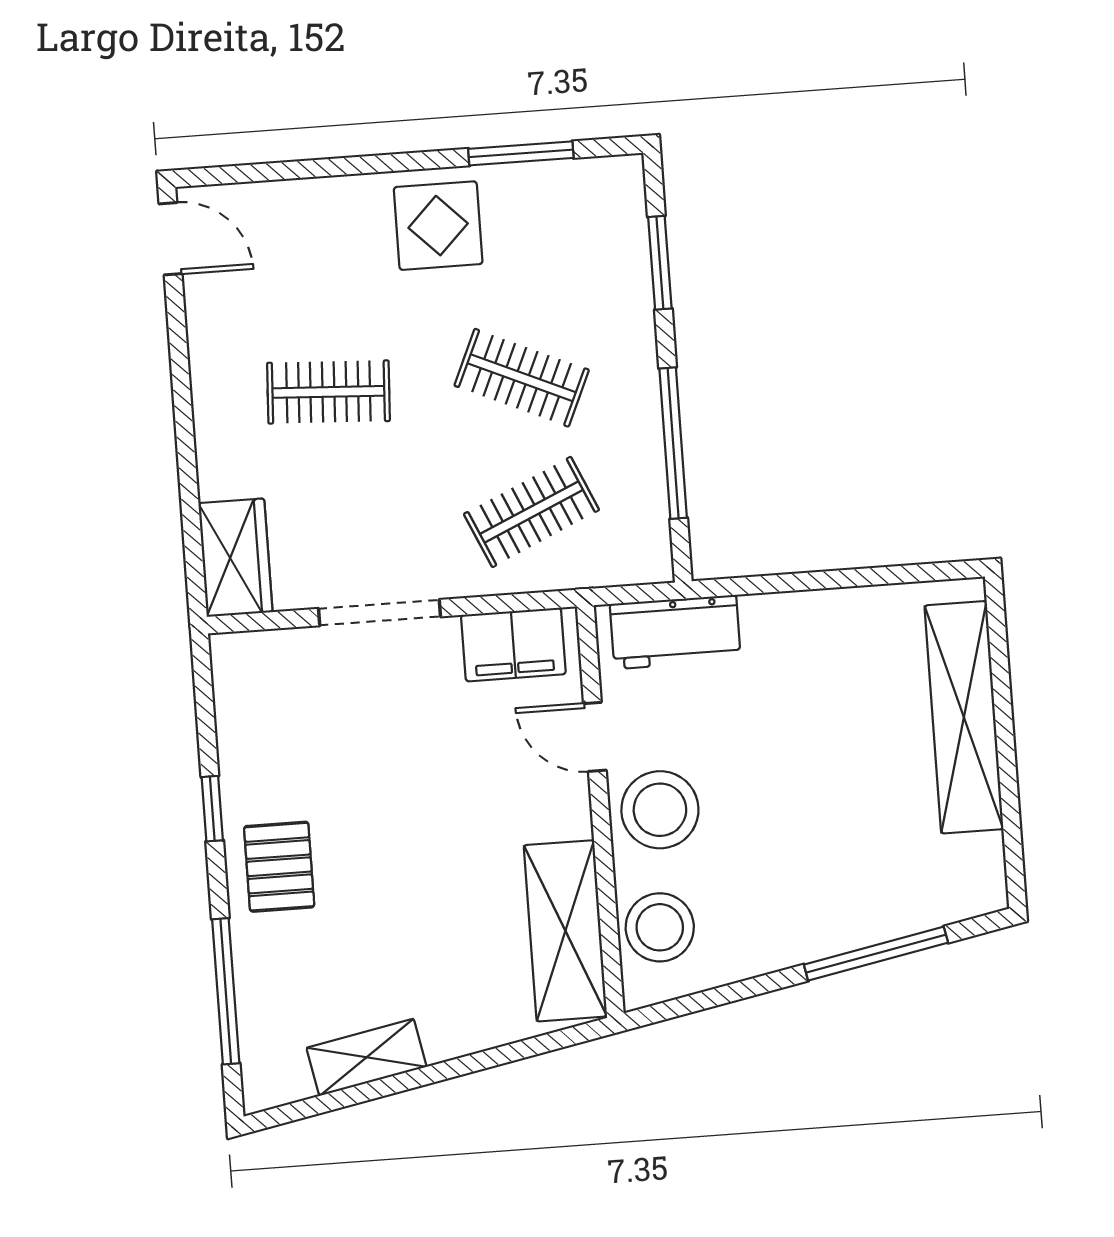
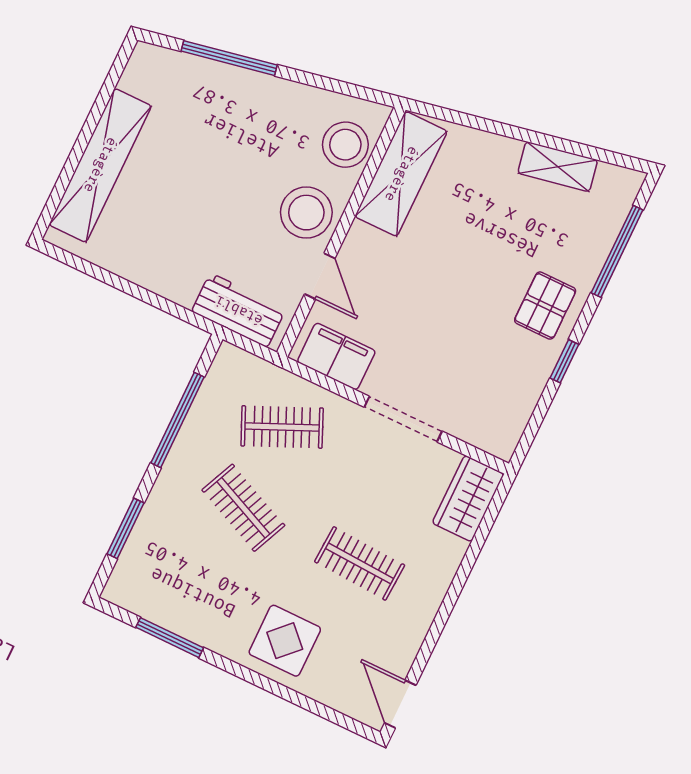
display table: (438, 226) -> (285, 641), moved

